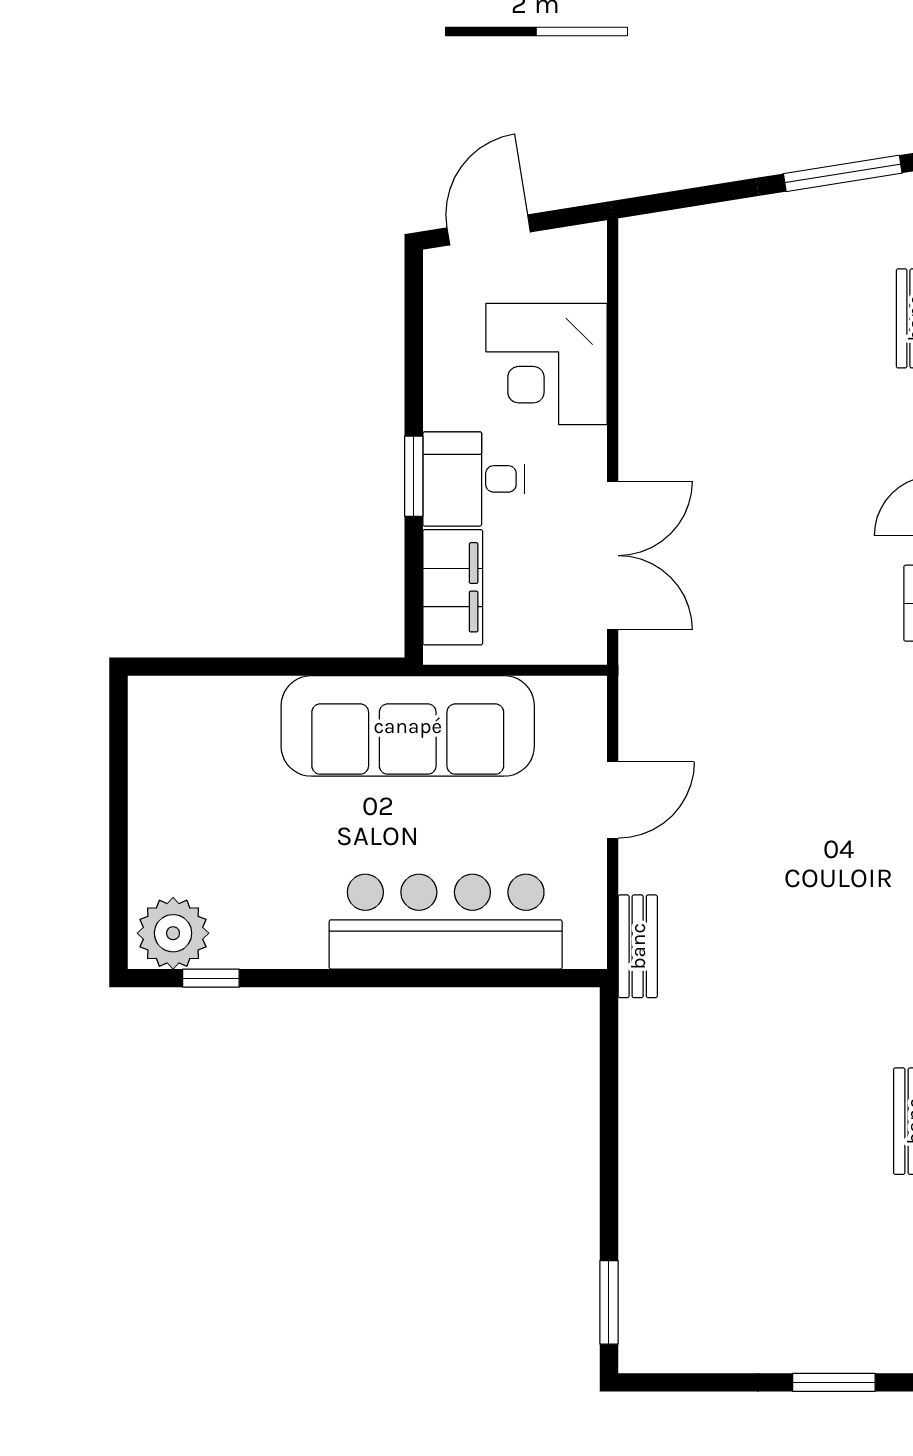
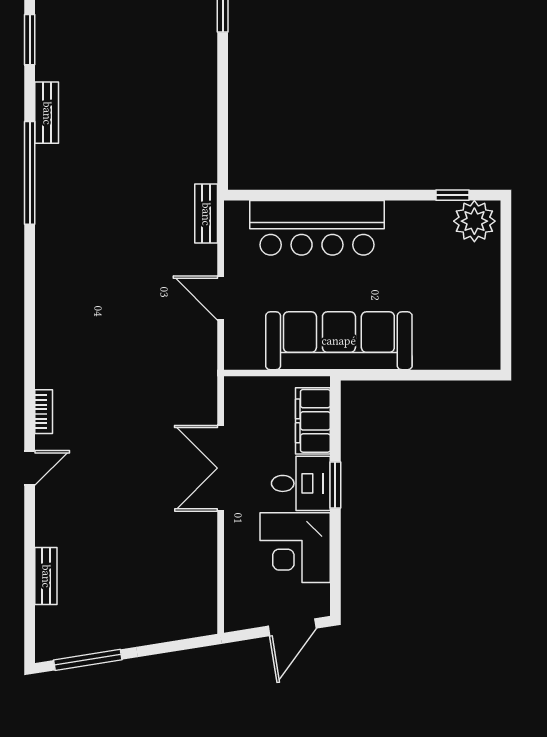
corner desk: (547, 364) -> (295, 548), moved, turned 180
double door: (613, 556) -> (221, 468), moved
door: (613, 800) -> (221, 298), hinge flipped

